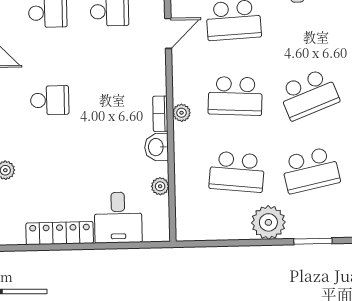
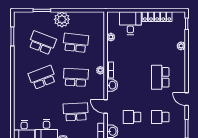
door: (168, 33) -> (106, 106), hinge flipped
school desk: (50, 100) -> (160, 77), width x1.85
washbasin: (157, 147) -> (112, 85), moved
school desk: (310, 170) -> (42, 43), turned 33

